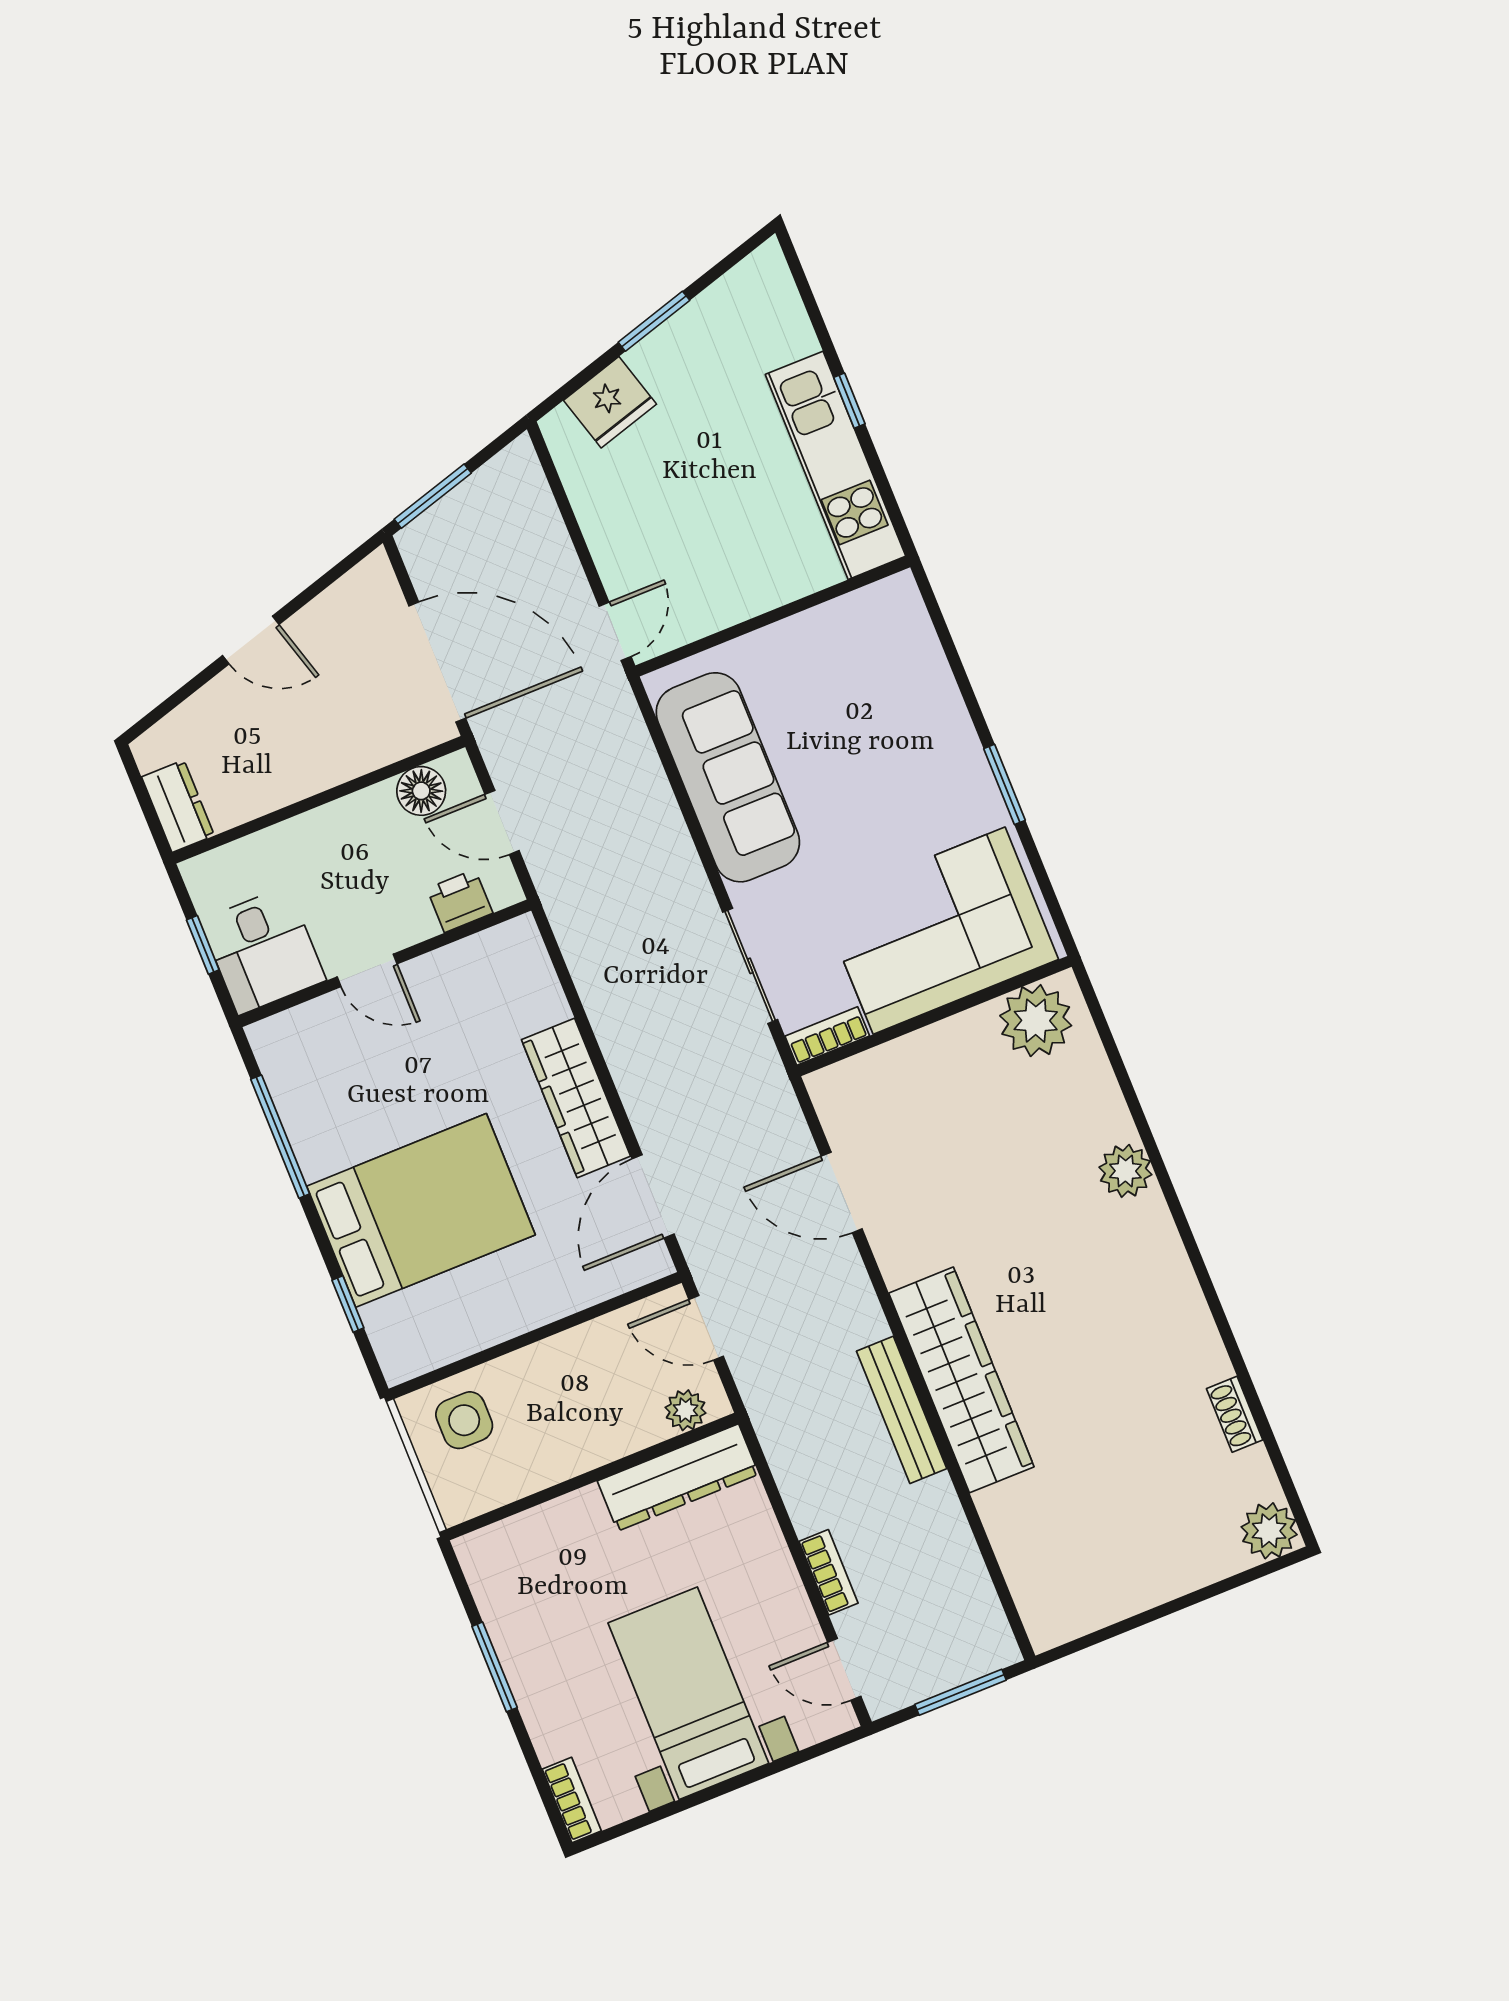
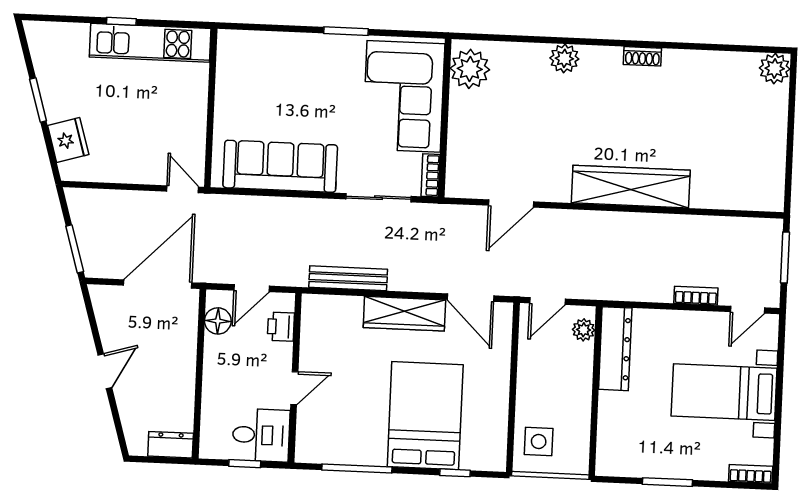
bench: (902, 1410) -> (348, 278), moved
shoe rack: (1235, 1414) -> (642, 56), moved

